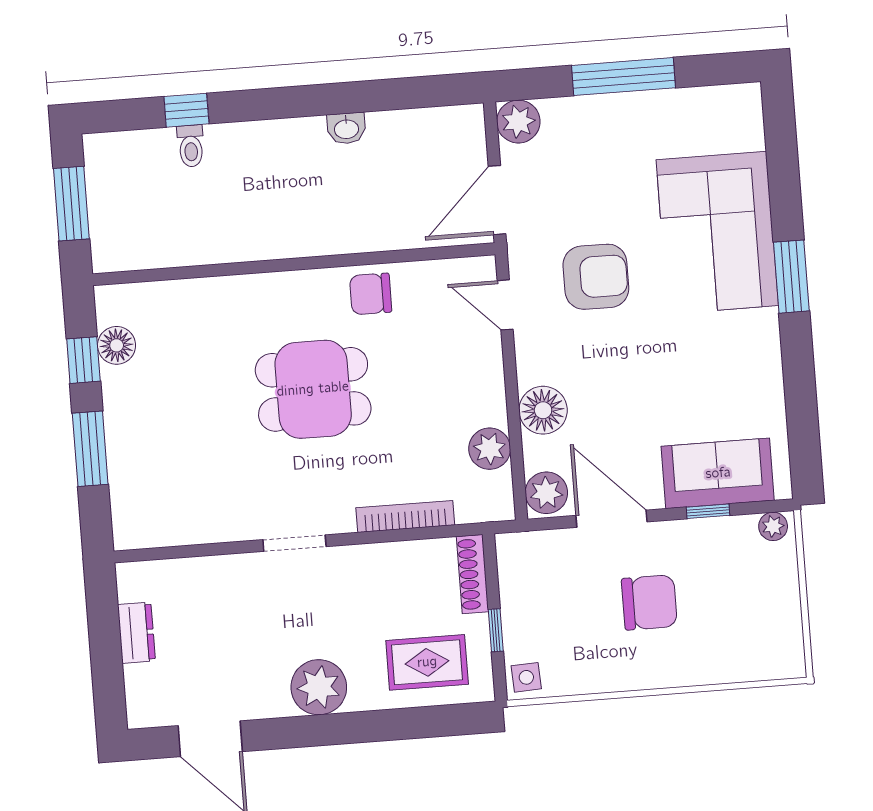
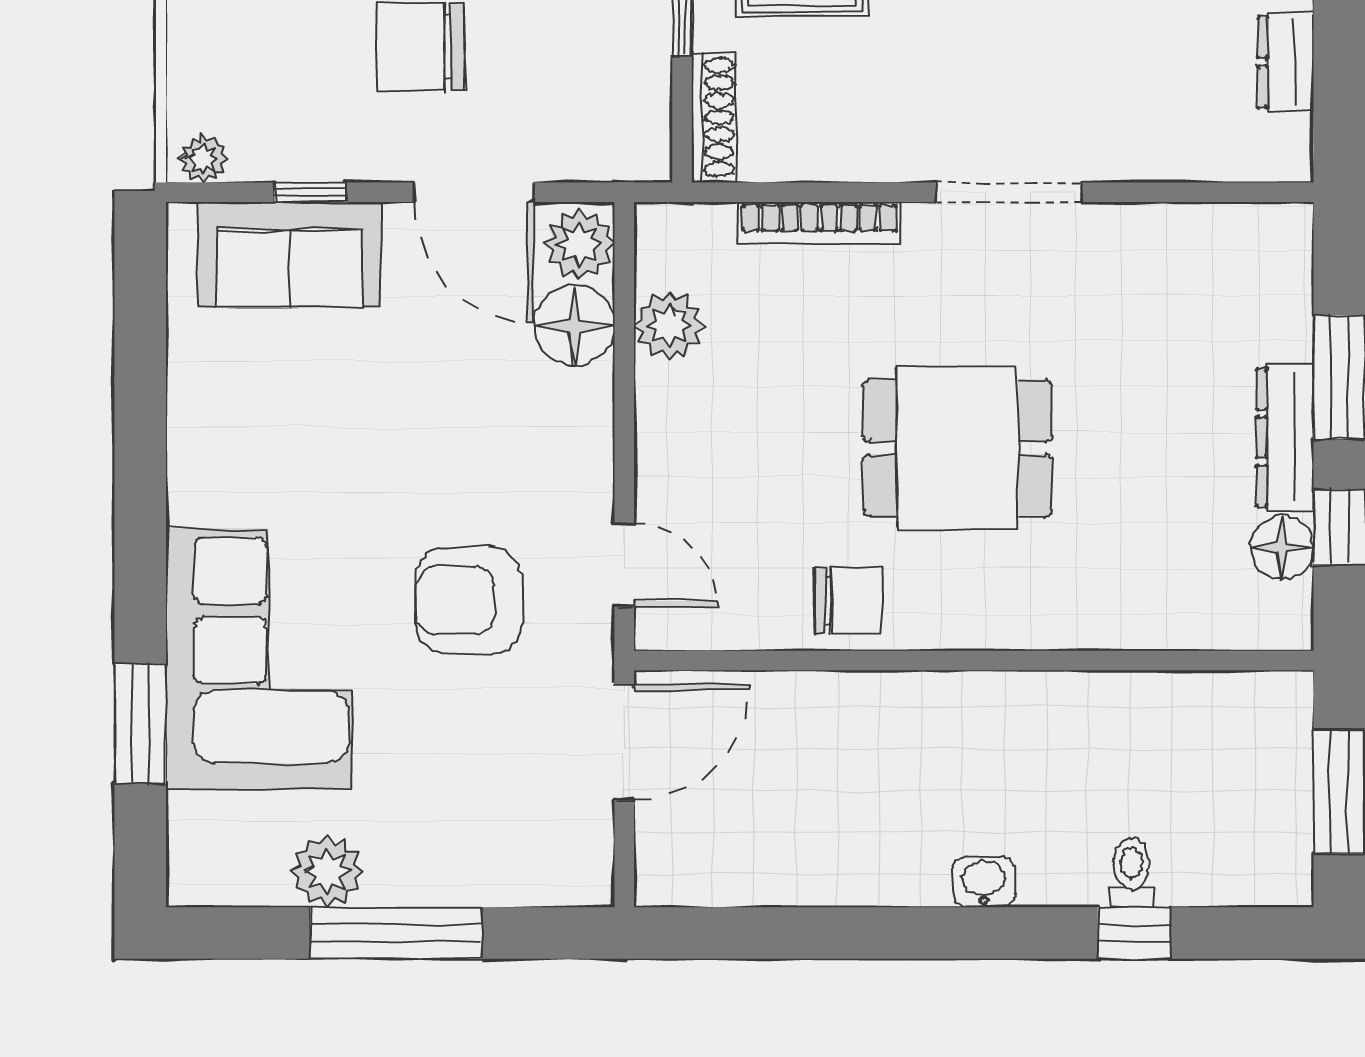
plant: (518, 122) -> (327, 871), moved
washbasin: (346, 128) -> (984, 882), moved
window: (791, 277) -> (140, 724), moved
floor lamp: (543, 410) -> (574, 325), moved
dresser: (120, 411) -> (1285, 437), added
doorway: (294, 543) -> (1009, 192), width x1.38

